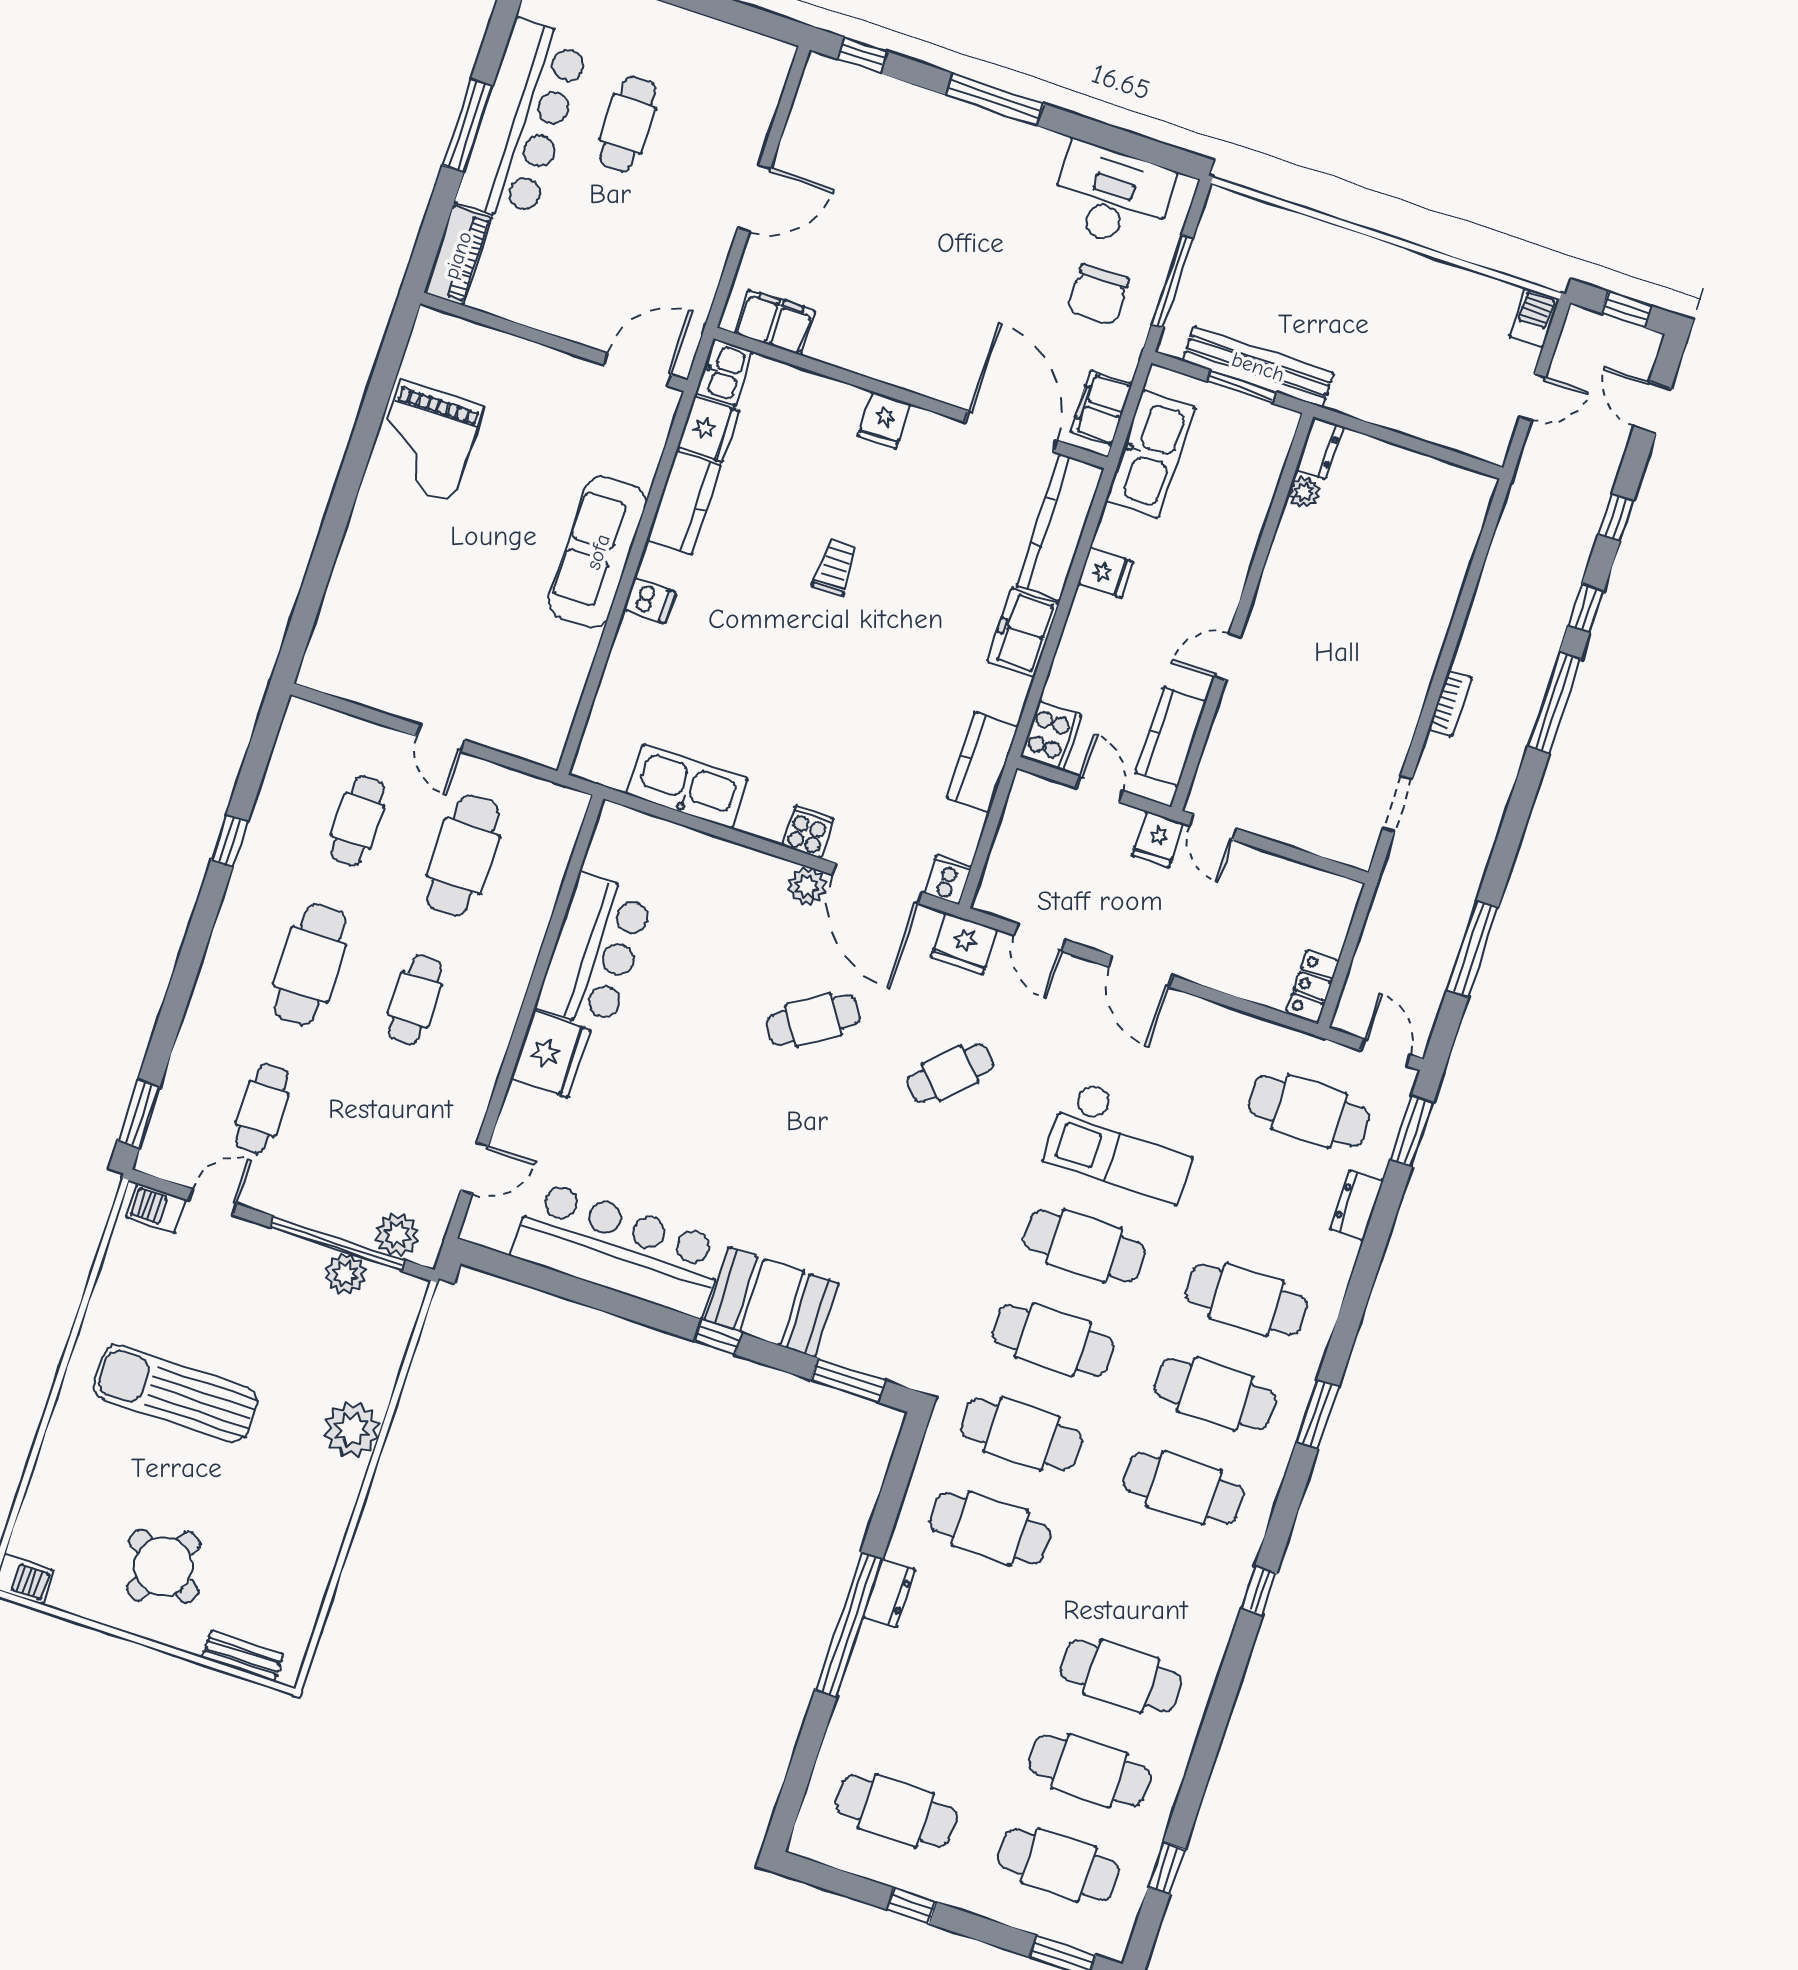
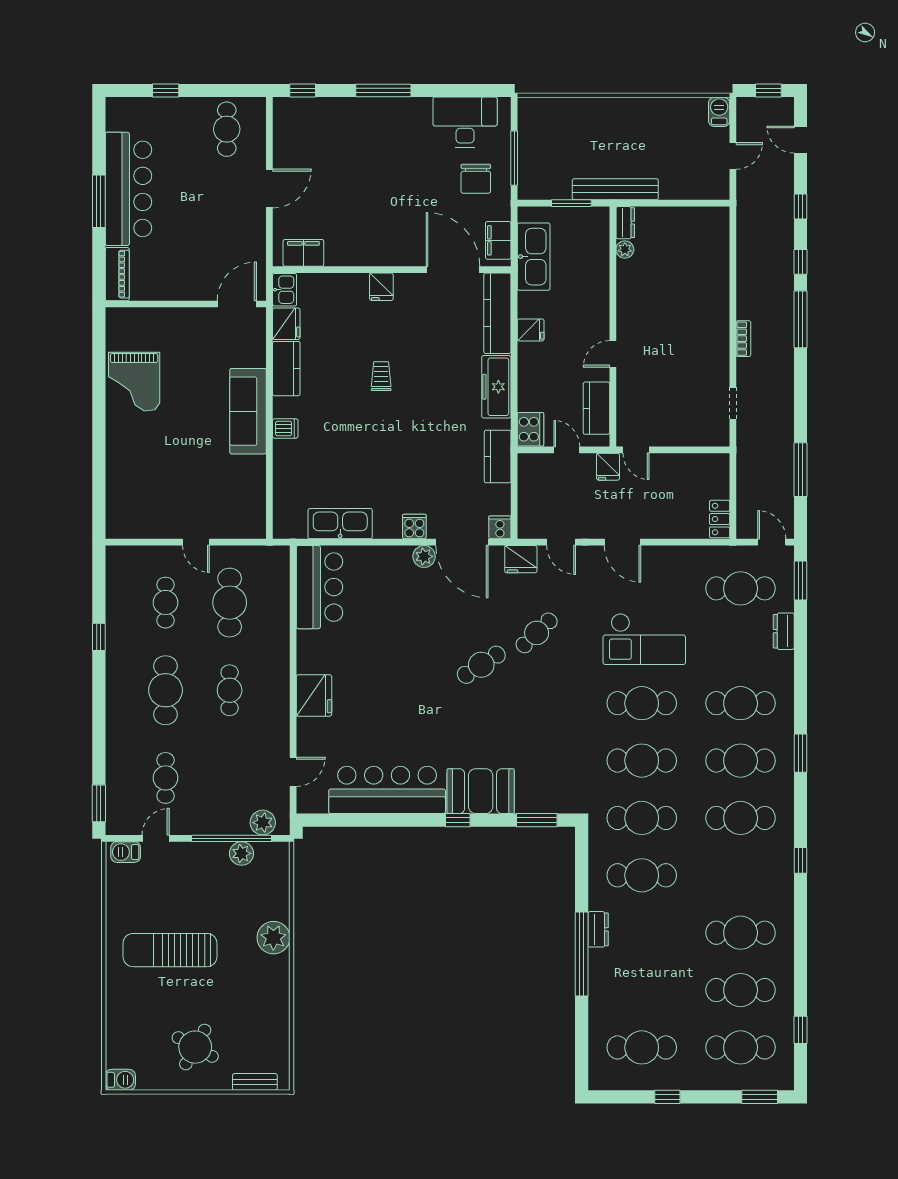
cafe table: (628, 124) -> (227, 129), moved
bench: (1258, 367) -> (615, 189), moved
freezer: (1023, 632) -> (496, 387), width x1.40
bar counter: (595, 952) -> (319, 587), moved
cafe table: (813, 1020) -> (481, 665), moved

